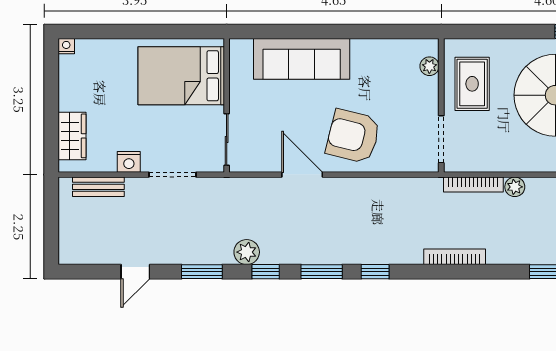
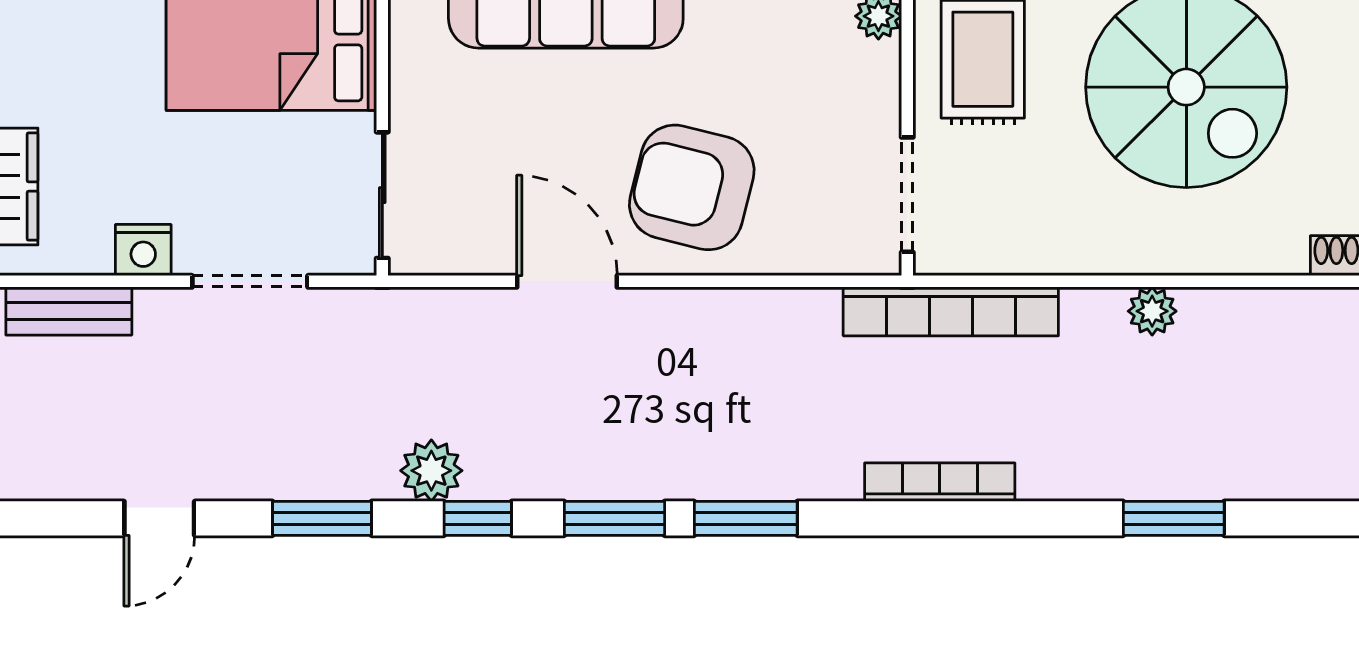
bookcase: (473, 185) -> (951, 311), width x1.48, depth x1.31
plant: (515, 187) -> (1152, 311), moved
window: (375, 272) -> (746, 518), width x1.50

